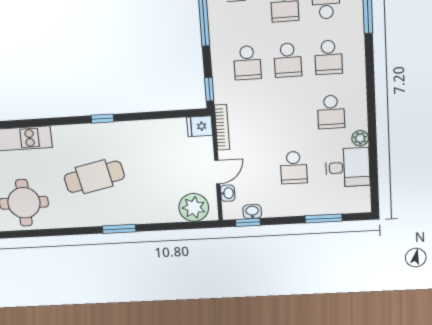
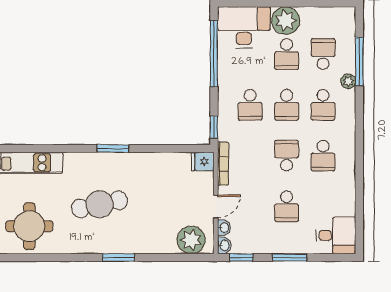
school desk: (291, 114) -> (287, 156), added
window: (103, 119) -> (113, 148), width x1.50
plant: (360, 138) -> (348, 81), moved
desk: (348, 167) -> (336, 235), moved
washbasin: (252, 212) -> (224, 245), moved, turned 90
window: (324, 218) -> (290, 257), moved

